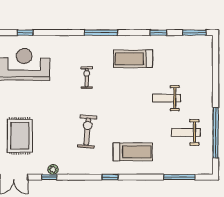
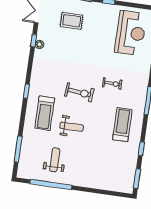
weight bench: (166, 98) -> (72, 127), moved, turned 90
exercise bike: (87, 132) -> (79, 92), moved
rug: (20, 136) -> (72, 21), width x0.73, depth x0.70

